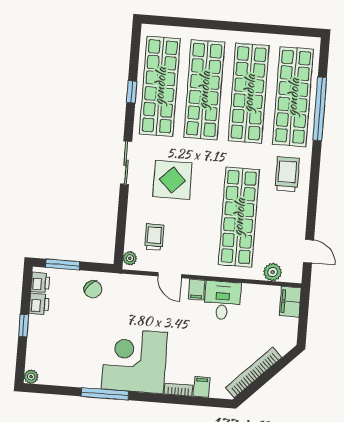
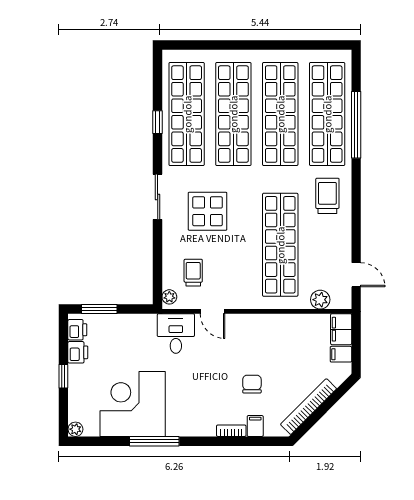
chair: (93, 289) -> (252, 384), moved, turned -133
filing cabinet: (197, 290) -> (341, 354), moved, turned 90
desk: (222, 300) -> (176, 333), moved
corner desk: (134, 361) -> (133, 404), moved

